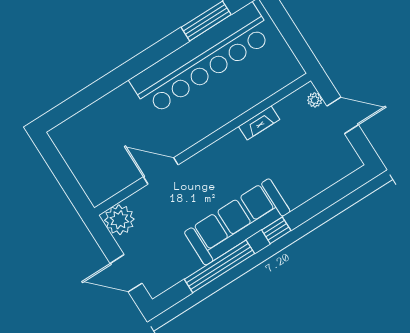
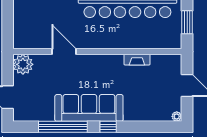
window: (292, 36) -> (187, 22), added
plant: (315, 100) -> (177, 116), moved

